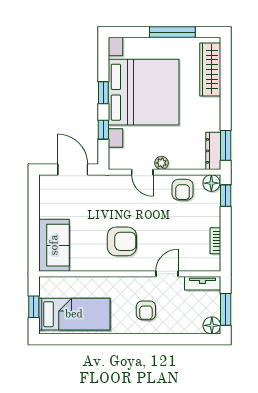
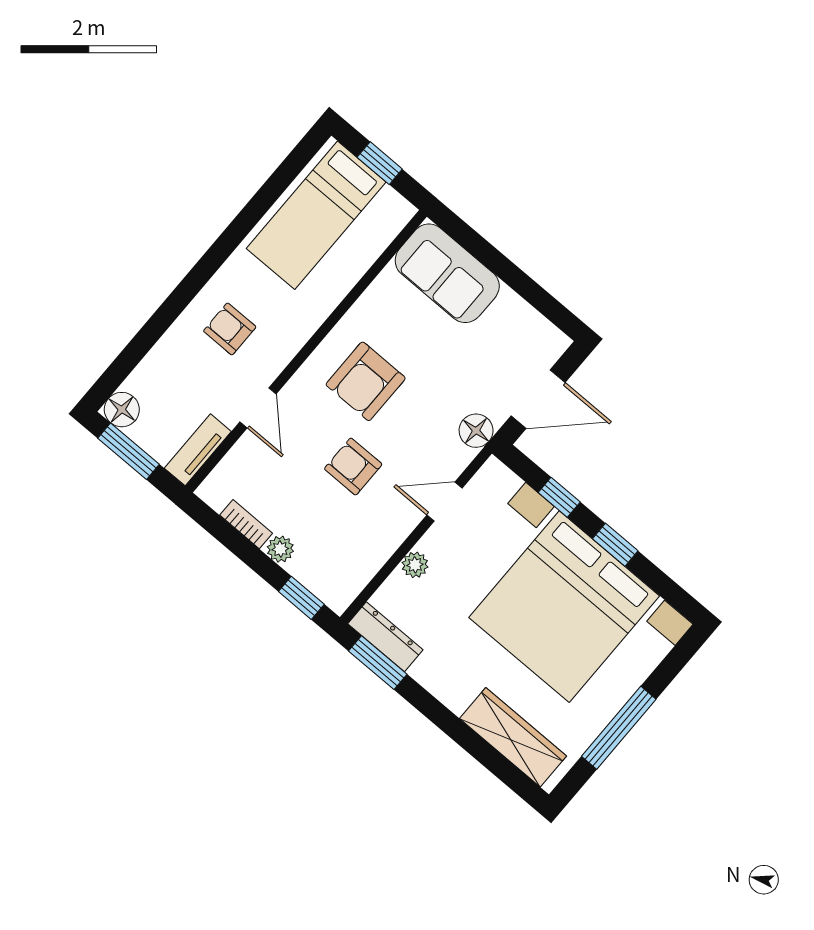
plant: (161, 163) -> (415, 565), moved
floor lamp: (211, 183) -> (476, 431), moved
armchair: (183, 190) -> (353, 467), moved
plant: (214, 220) -> (280, 549), added

